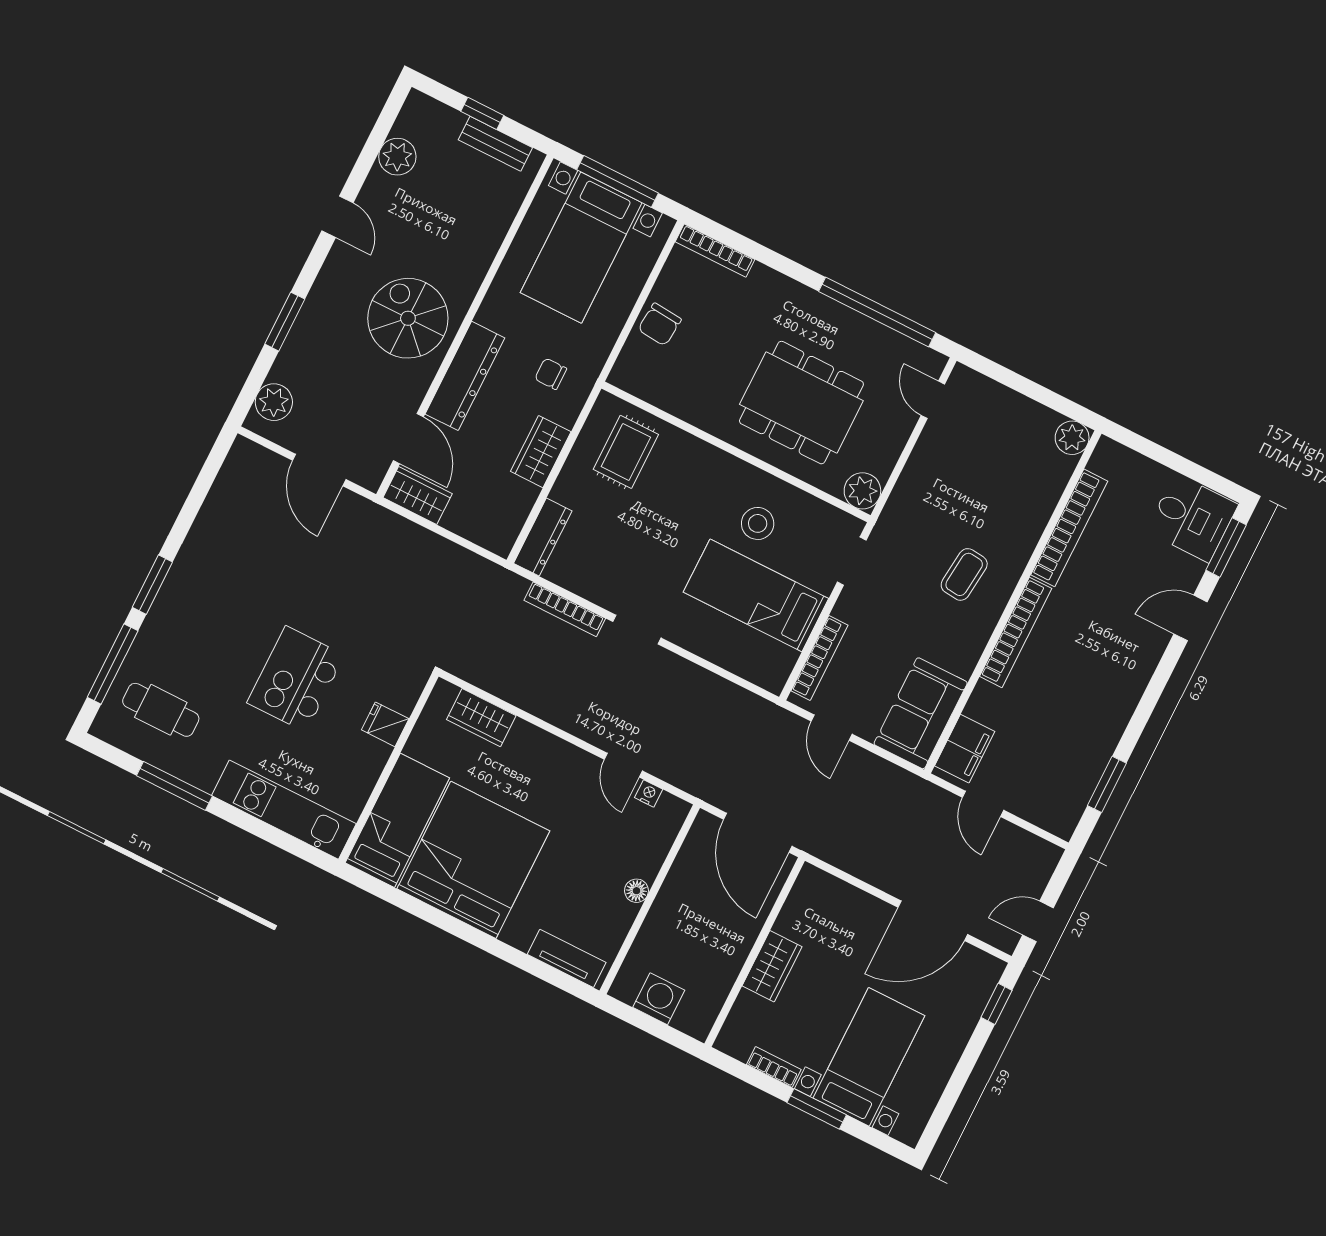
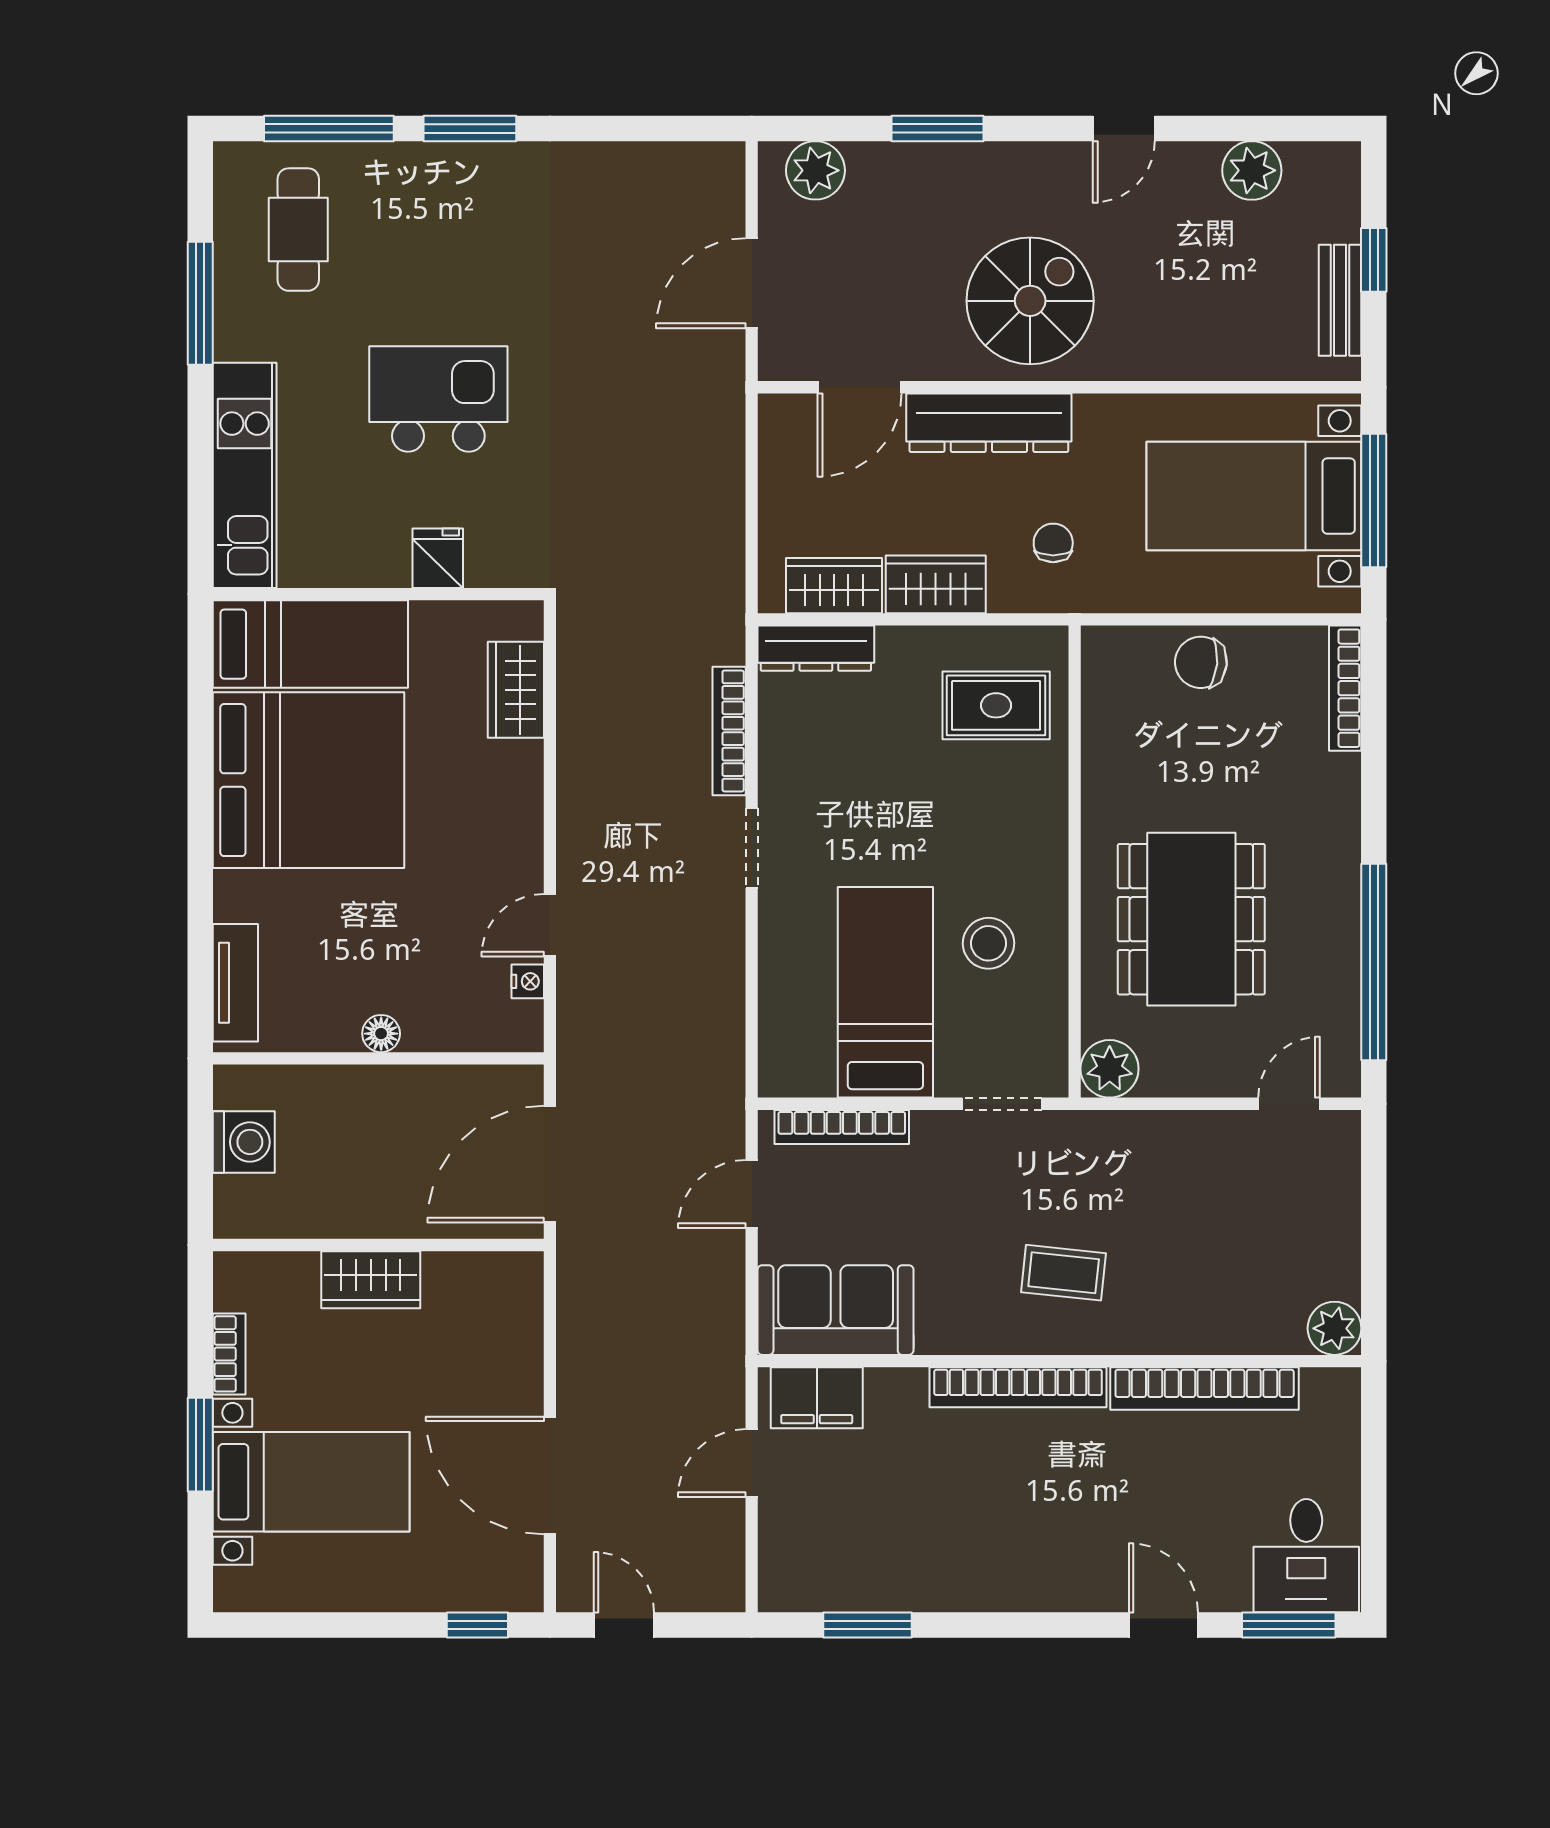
wardrobe: (418, 496) -> (834, 586), moved, turned -90

